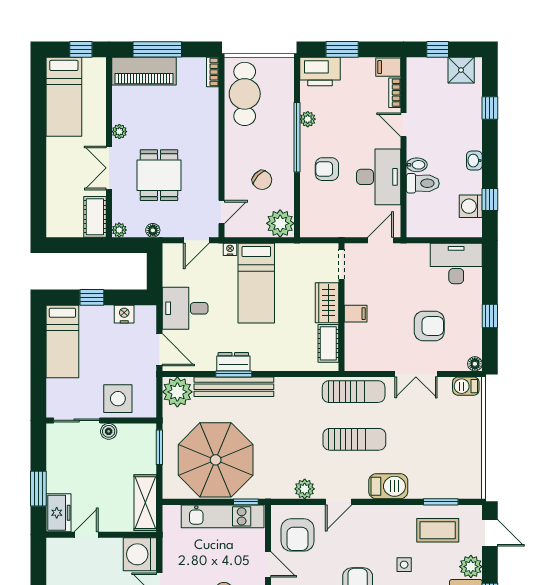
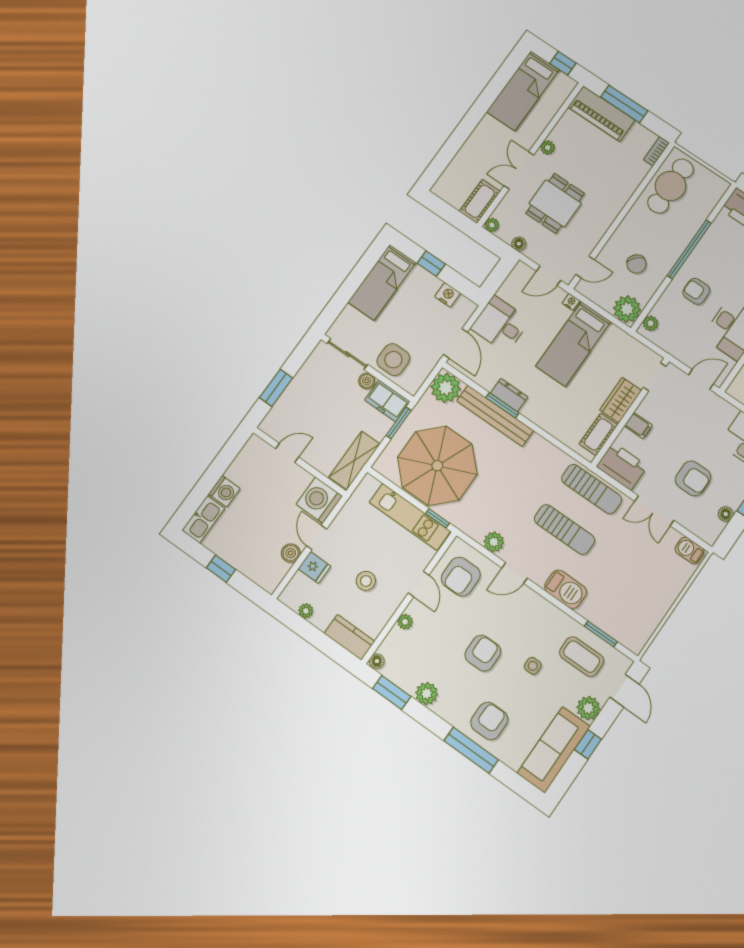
plant: (308, 119) -> (651, 323), moved
printer: (365, 356) -> (622, 466), added
floor lamp: (475, 364) -> (726, 514), moved
freezer: (58, 513) -> (387, 401), moved, turned 90

